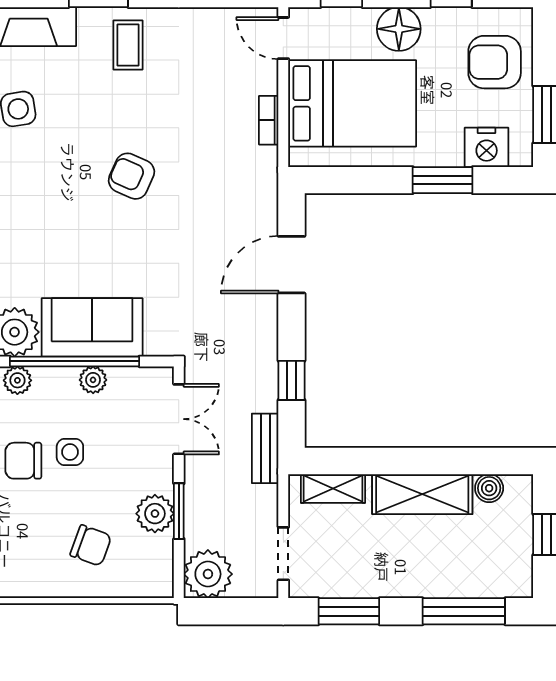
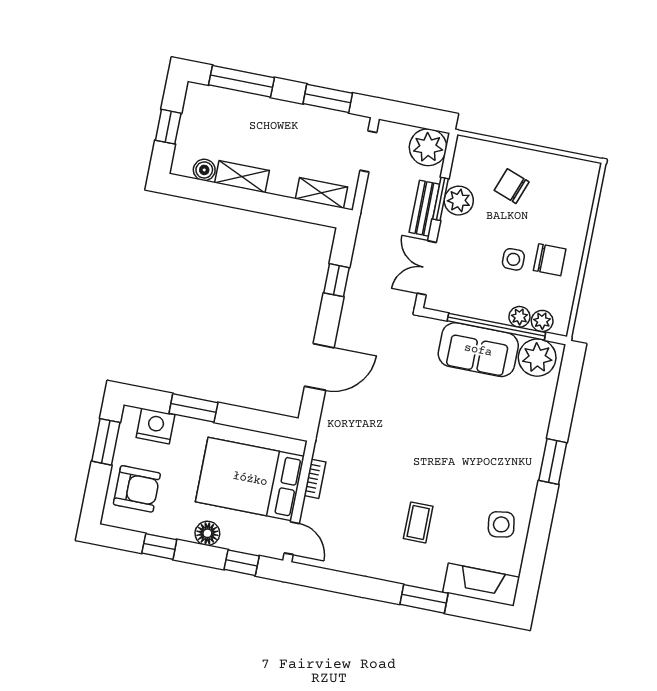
floor lamp: (399, 29) -> (207, 533), width x0.73, depth x0.73
coffee table: (128, 45) -> (418, 522), moved
armchair: (131, 176) -> (426, 457), removed
plant: (93, 380) -> (519, 317), moved
bench: (265, 448) -> (424, 208), moved
shelving: (422, 494) -> (242, 177), width x0.67, depth x0.75

